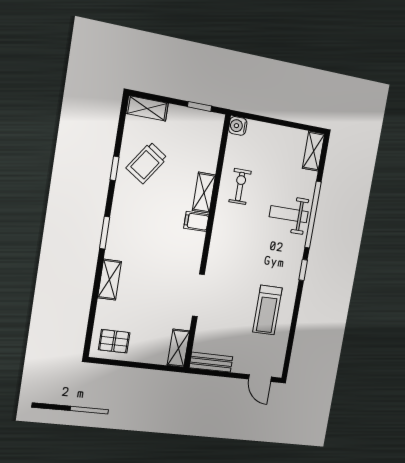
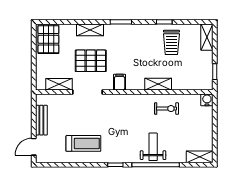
trolley: (147, 163) -> (171, 42), turned -124
filing cabinet: (196, 221) -> (120, 82), moved
pallet: (155, 285) -> (91, 61), added
treadmill: (267, 310) -> (83, 143), turned 180
pallet: (114, 341) -> (48, 39), width x1.50, depth x1.42
shelving: (179, 348) -> (59, 84), moved
bench: (211, 362) -> (41, 120), moved

